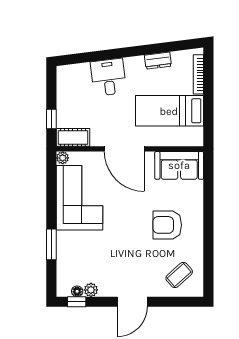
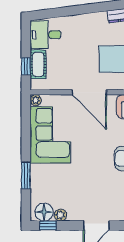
desk: (108, 77) -> (45, 35), moved, turned -83
cot: (73, 137) -> (38, 64), moved, turned 90
floor lamp: (77, 291) -> (44, 212), width x1.89, depth x1.89

